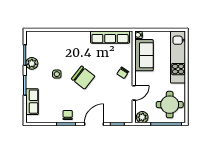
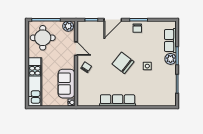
row of seats: (110, 37) -> (118, 100), moved
plant: (32, 63) -> (171, 59), moved
door: (134, 93) -> (76, 49), swing flipped

